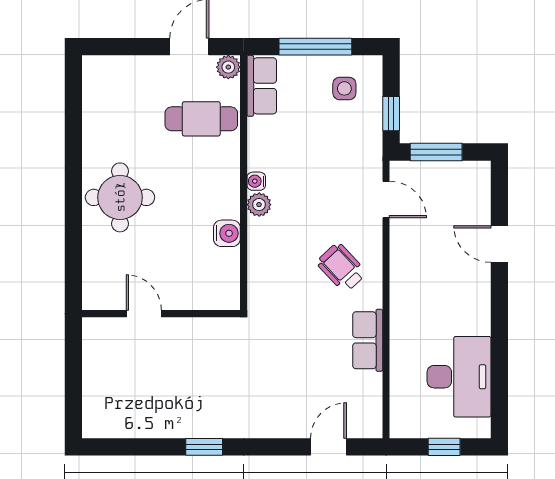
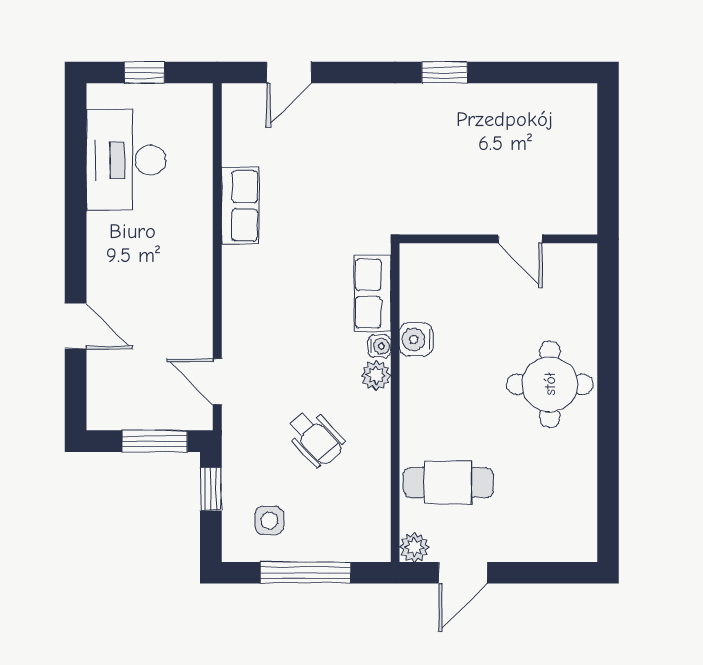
row of seats: (262, 86) -> (373, 293), moved
water cooler: (256, 181) -> (379, 346), moved
wheelchair: (341, 268) -> (315, 438), moved

